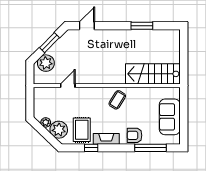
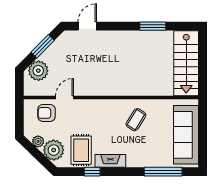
stairs: (153, 74) -> (186, 63), moved, turned -90
coffee table: (117, 100) -> (136, 120), moved
sofa: (170, 117) -> (186, 135), width x1.36
armchair: (135, 135) -> (47, 113), moved

